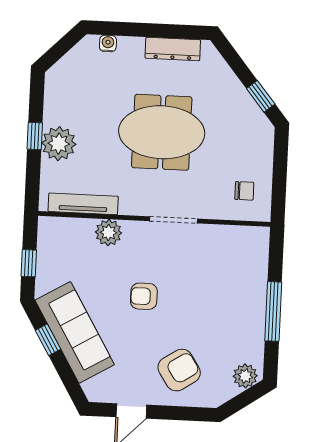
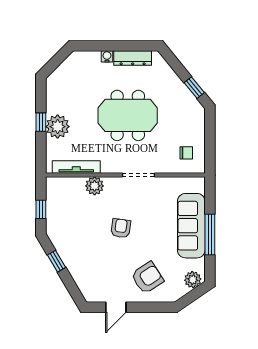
water cooler: (108, 43) -> (107, 56), moved
armchair: (144, 296) -> (121, 228), turned 98
sofa: (75, 332) -> (191, 226), moved, turned -149

